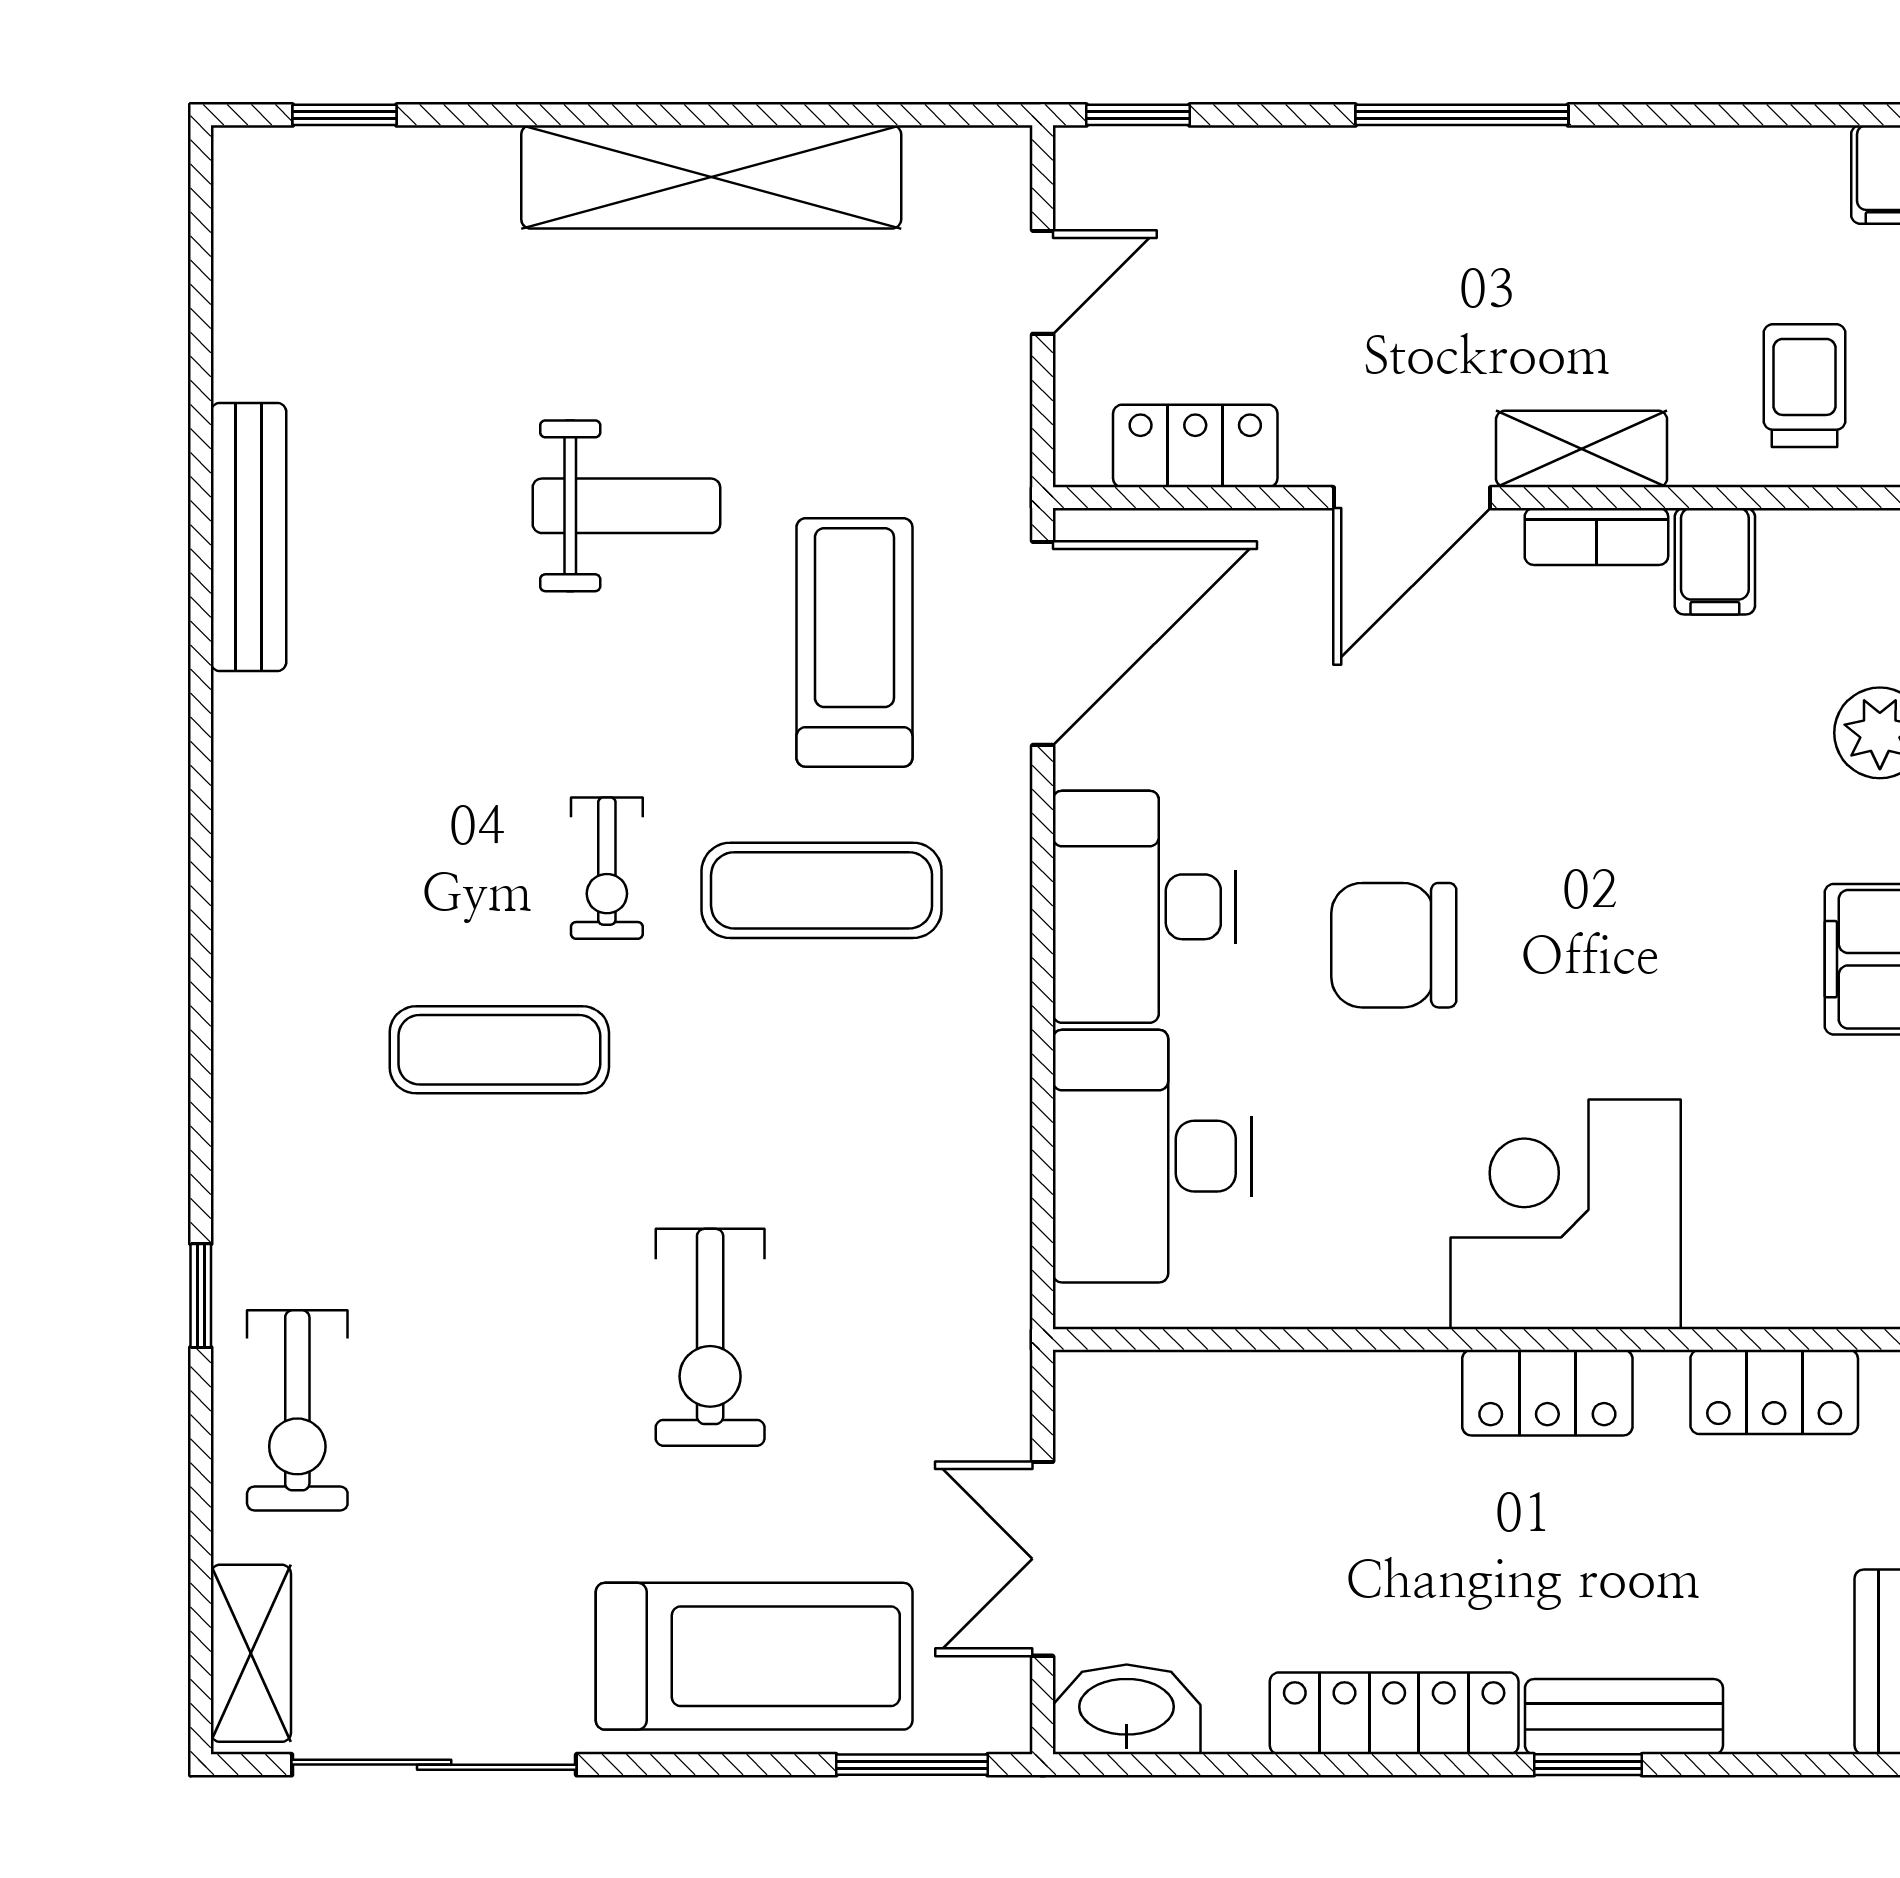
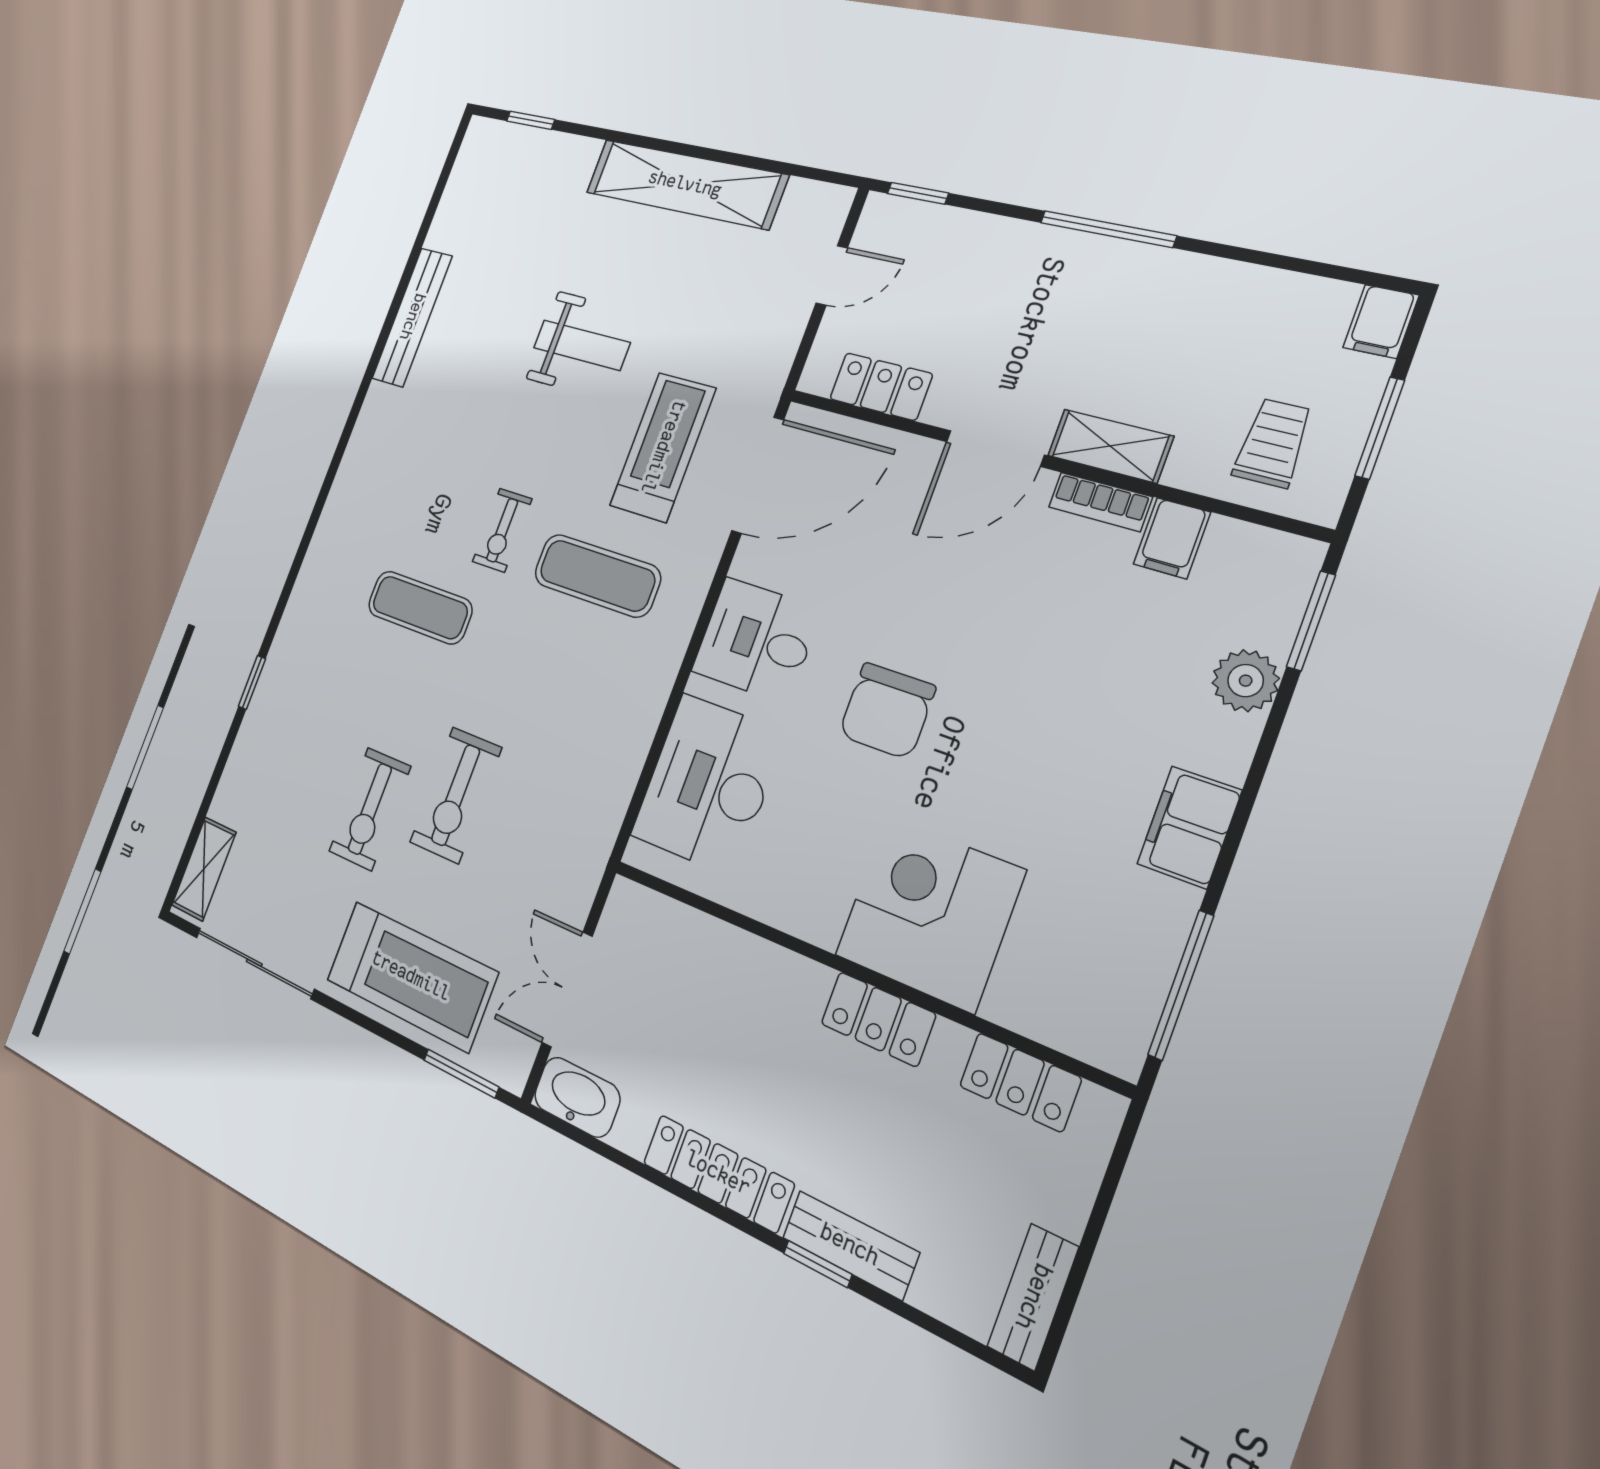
desk: (1144, 907) -> (756, 640), width x0.73
chair: (1394, 945) -> (887, 711), turned -90
exercise bike: (297, 1410) -> (370, 809), moved

